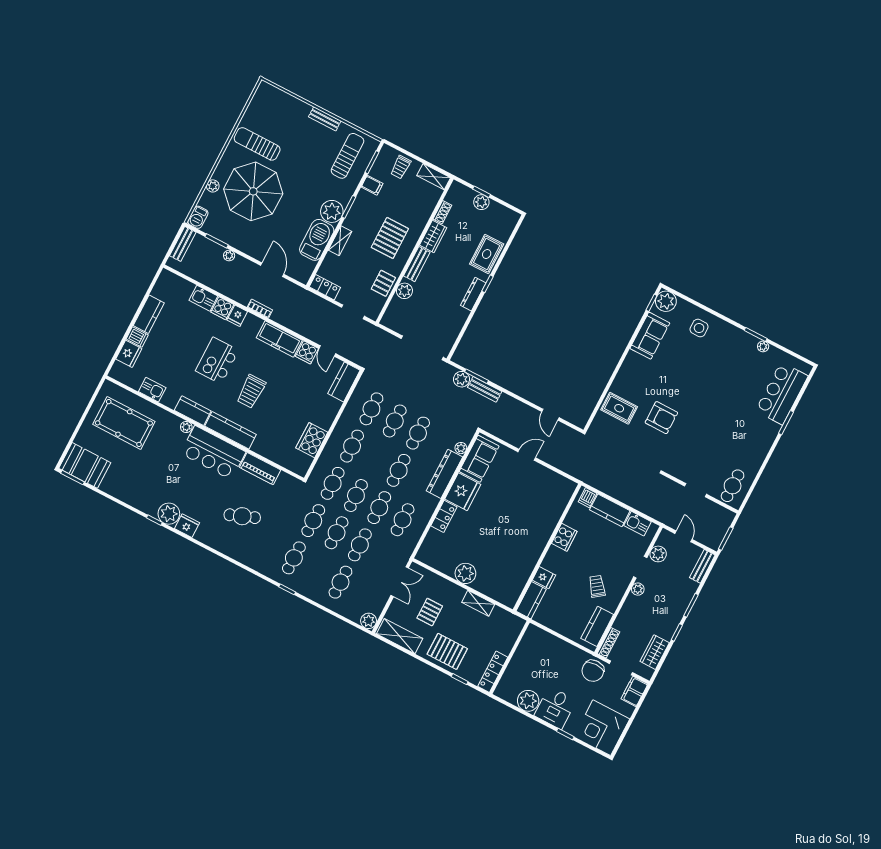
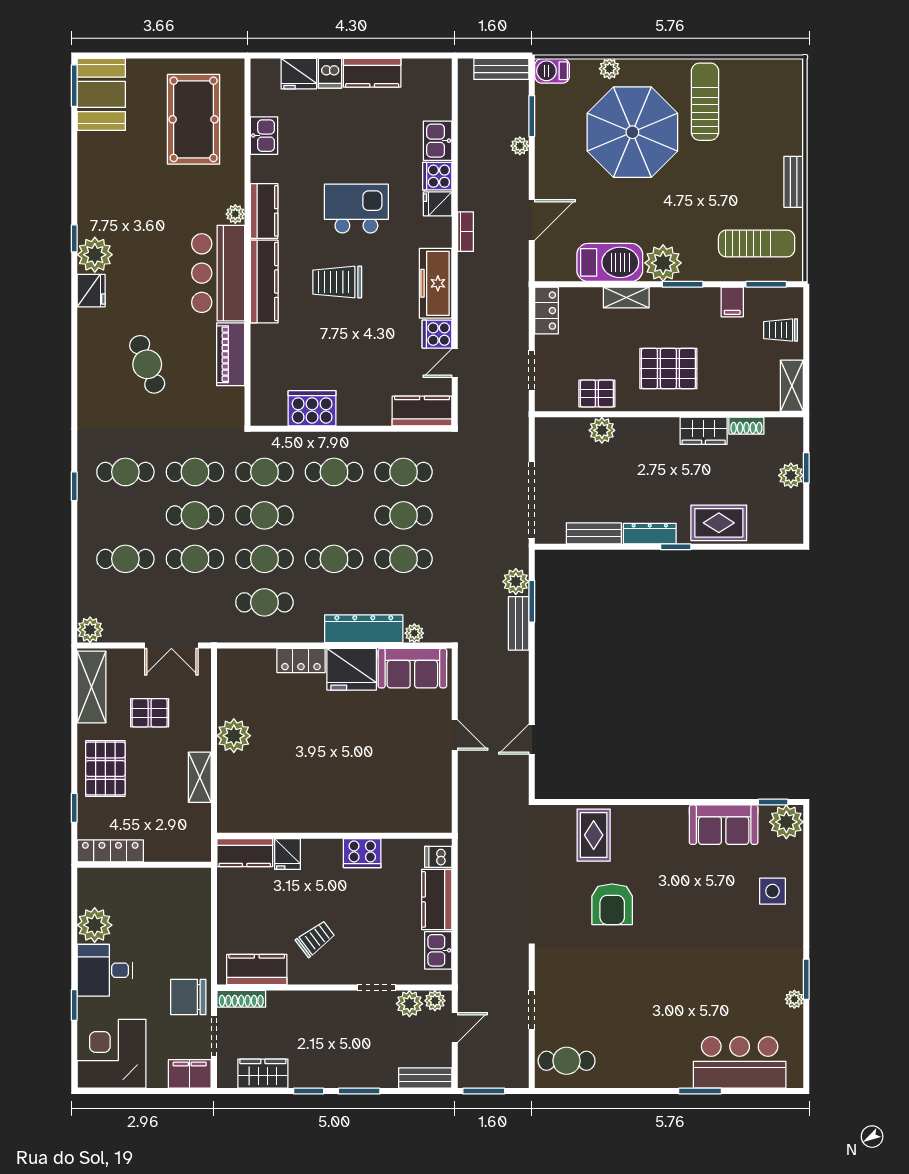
bench: (417, 264) -> (594, 533), moved
plant: (638, 589) -> (435, 1001), moved

